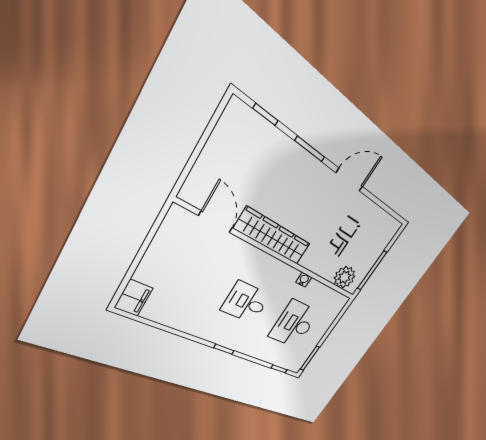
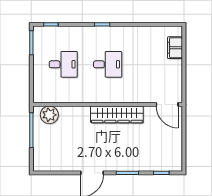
door: (216, 222) -> (167, 104), moved
water cooler: (304, 280) -> (78, 98), removed
filing cabinet: (134, 298) -> (175, 48), moved
desk: (294, 324) -> (63, 64), width x0.73

